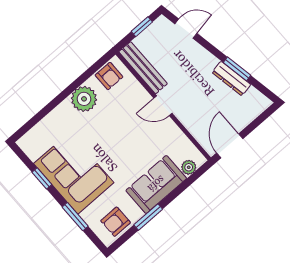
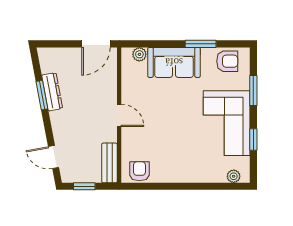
bench: (143, 68) -> (109, 163), width x0.73
plant: (84, 99) -> (234, 176), moved, width x0.53, depth x0.53

